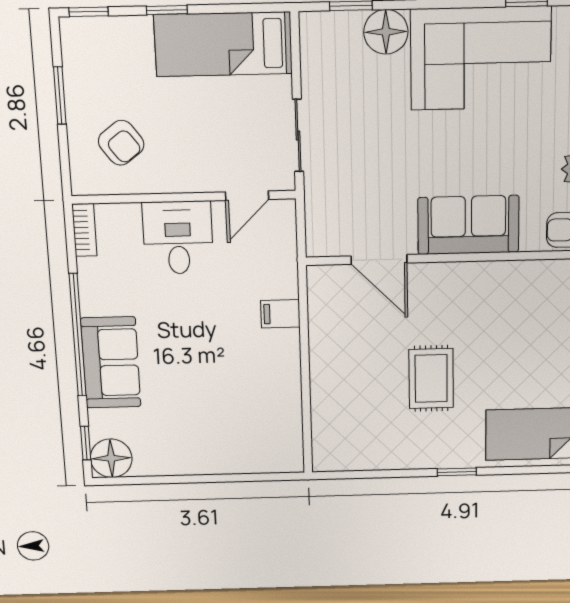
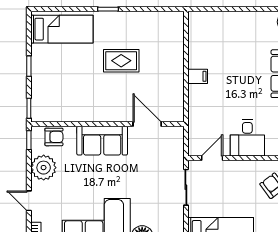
filing cabinet: (280, 314) -> (198, 76), moved
rug: (431, 379) -> (121, 61), turned 90

